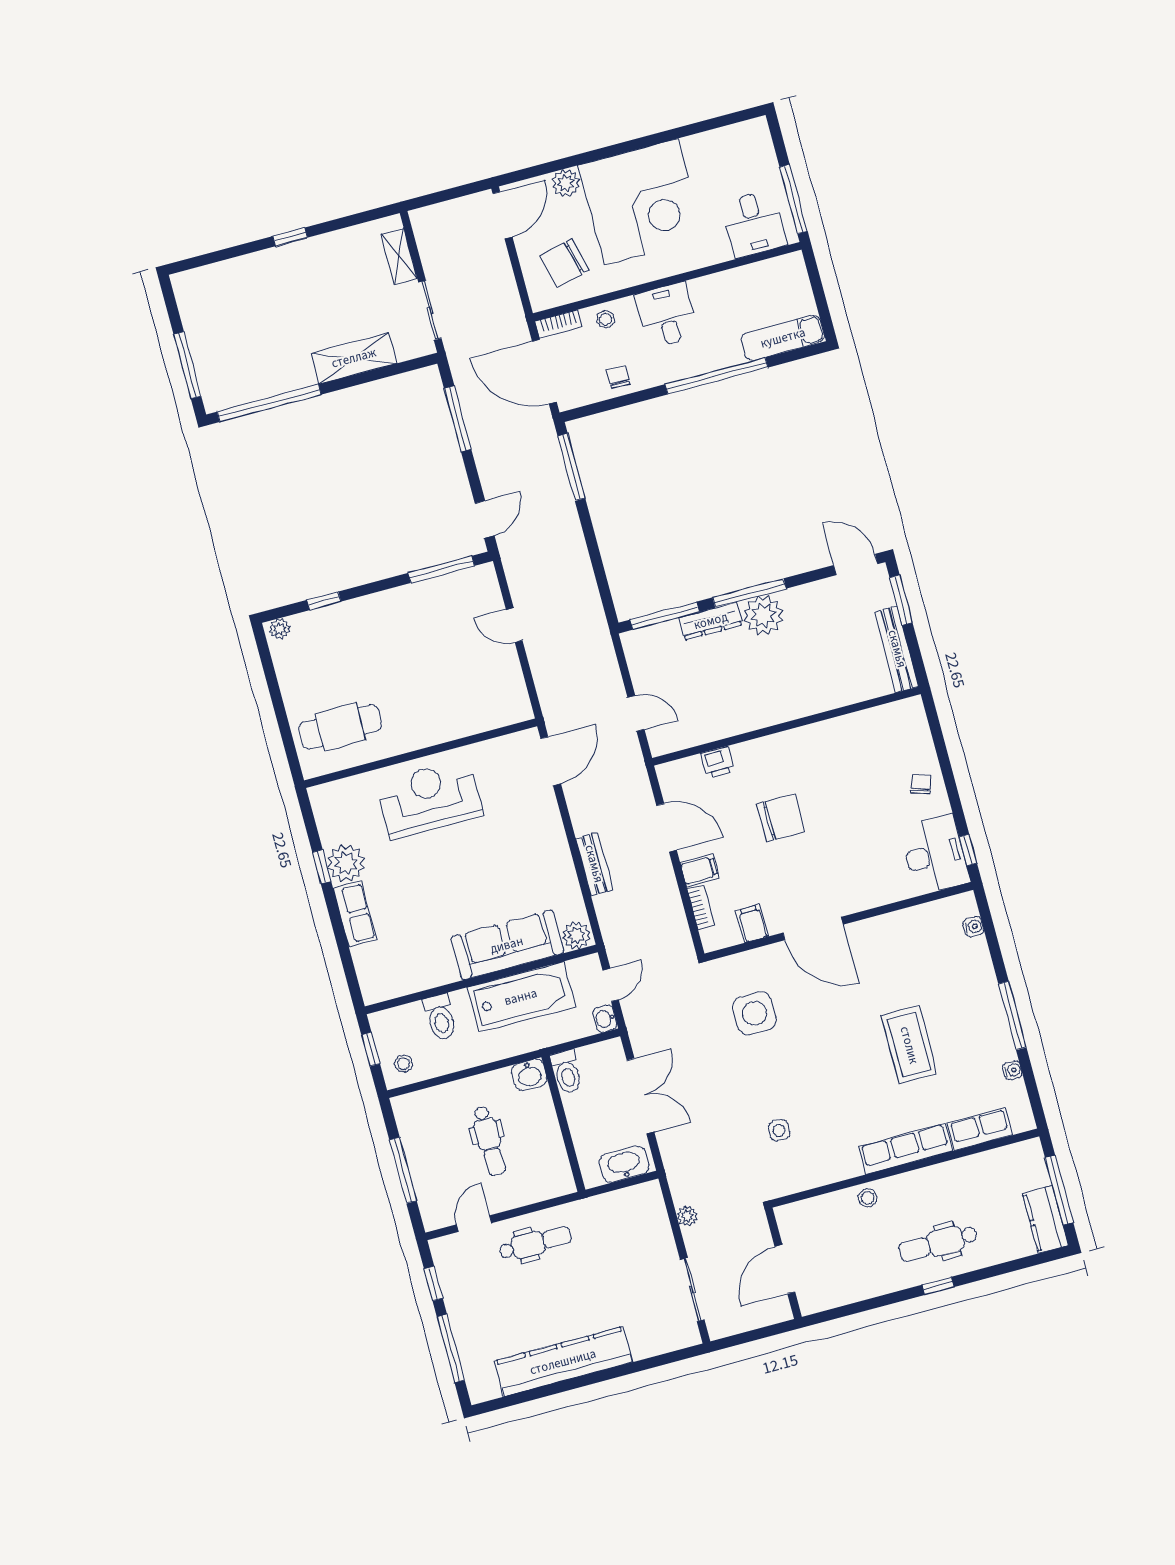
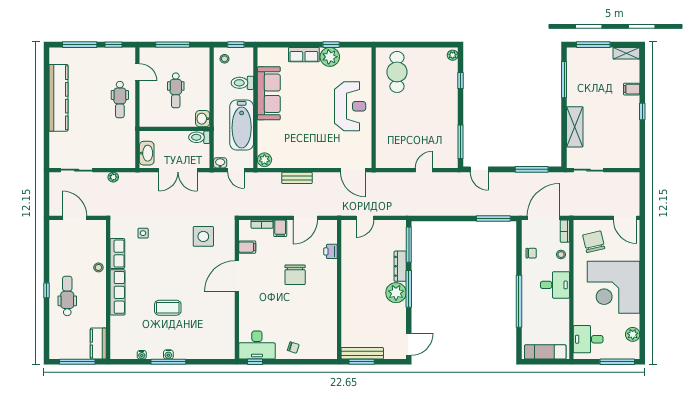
plant: (566, 183) -> (633, 334), moved
window: (794, 199) -> (617, 362), moved
shelving: (399, 256) -> (626, 53), moved
filing cabinet: (253, 269) -> (632, 89), added
exam couch: (783, 338) -> (545, 352), moved, turned -90
window: (269, 403) -> (564, 80), width x0.68
window: (901, 600) -> (362, 362), moved
water cooler: (973, 927) -> (168, 354), moved
sofa: (507, 945) -> (269, 93), moved
coffee table: (909, 1045) -> (168, 308), width x0.73, depth x0.76
row of seats: (980, 1129) -> (117, 254), moved
dental chair: (489, 1141) -> (176, 90), turned -90
kitchen counter: (1045, 1219) -> (98, 344), moved, turned -90

